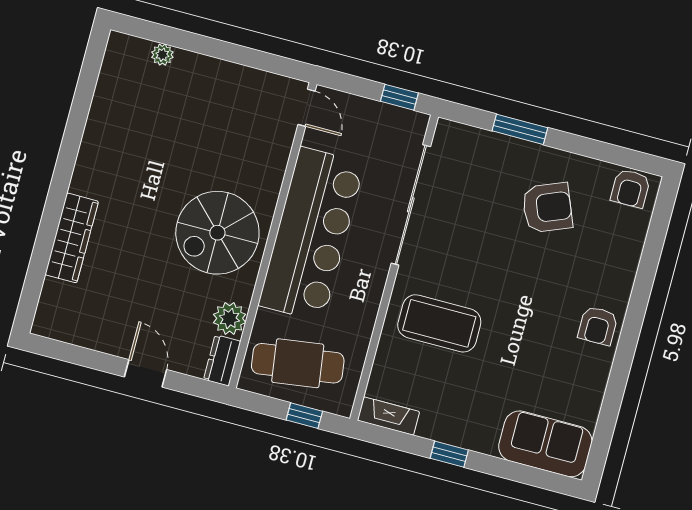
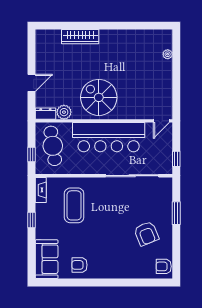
coffee table: (439, 323) -> (74, 205), moved
armchair: (598, 326) -> (80, 265), moved

